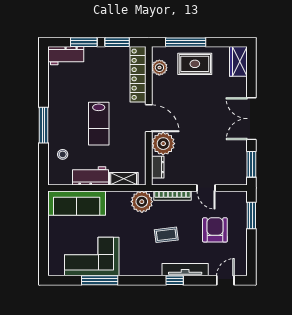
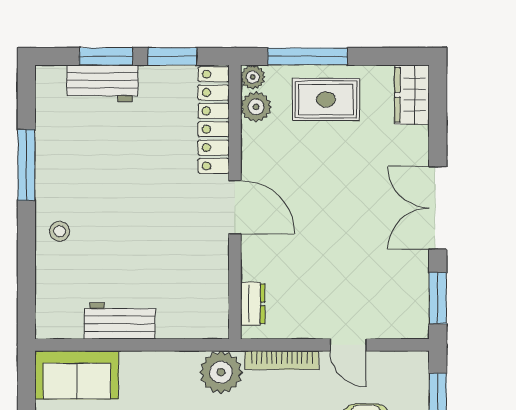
workbench: (66, 56) -> (102, 83), moved
lab bench: (99, 124) -> (136, 218), removed
window: (43, 125) -> (26, 165), moved
plant: (163, 144) -> (253, 77), moved, width x0.53, depth x0.53
stool: (63, 154) -> (60, 231), moved
shelving: (124, 179) -> (185, 327), removed
sofa: (77, 203) -> (77, 375), width x0.73

